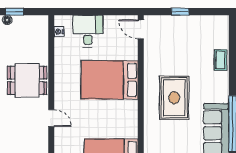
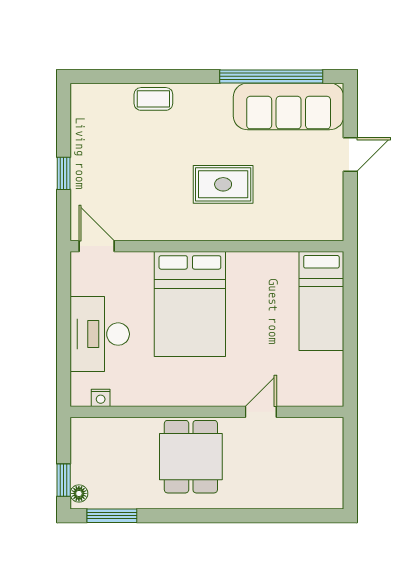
door: (141, 29) -> (97, 246), swing flipped
desk: (88, 31) -> (100, 334), width x1.37
rug: (174, 98) -> (223, 184), width x0.73, depth x0.70

